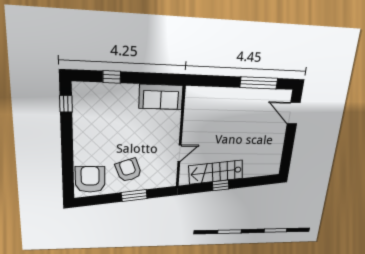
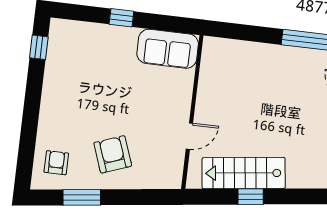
window: (112, 77) -> (121, 18), moved
armchair: (90, 179) -> (56, 163), width x0.53, depth x0.53
window: (134, 196) -> (82, 197), moved

